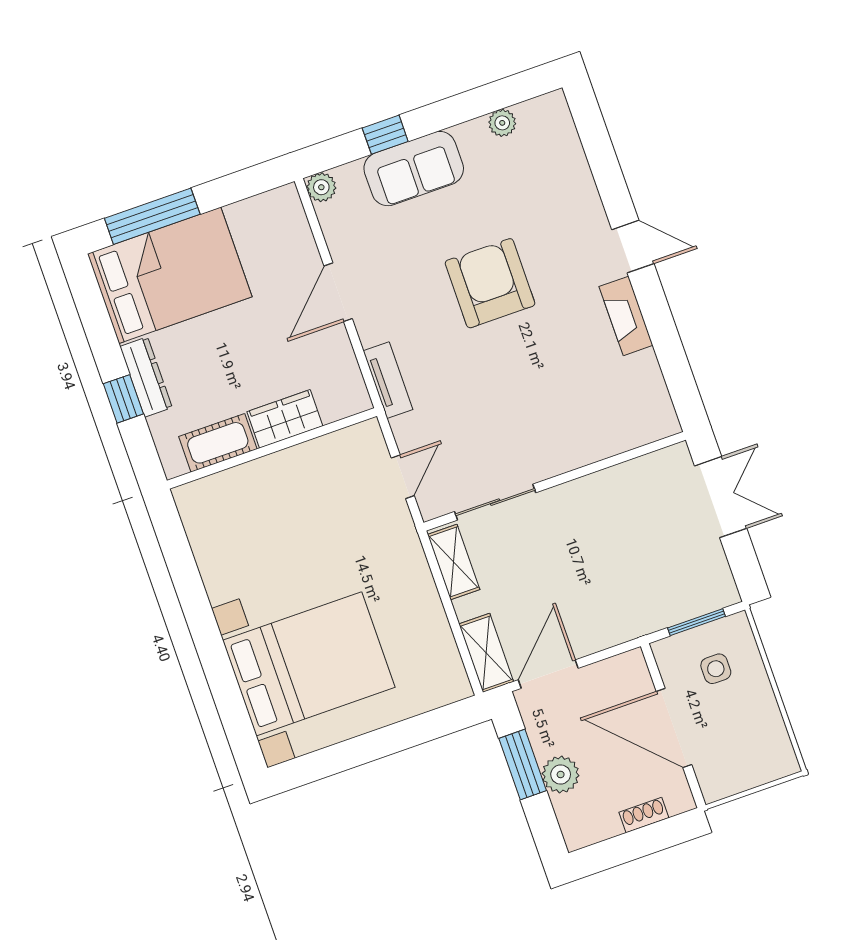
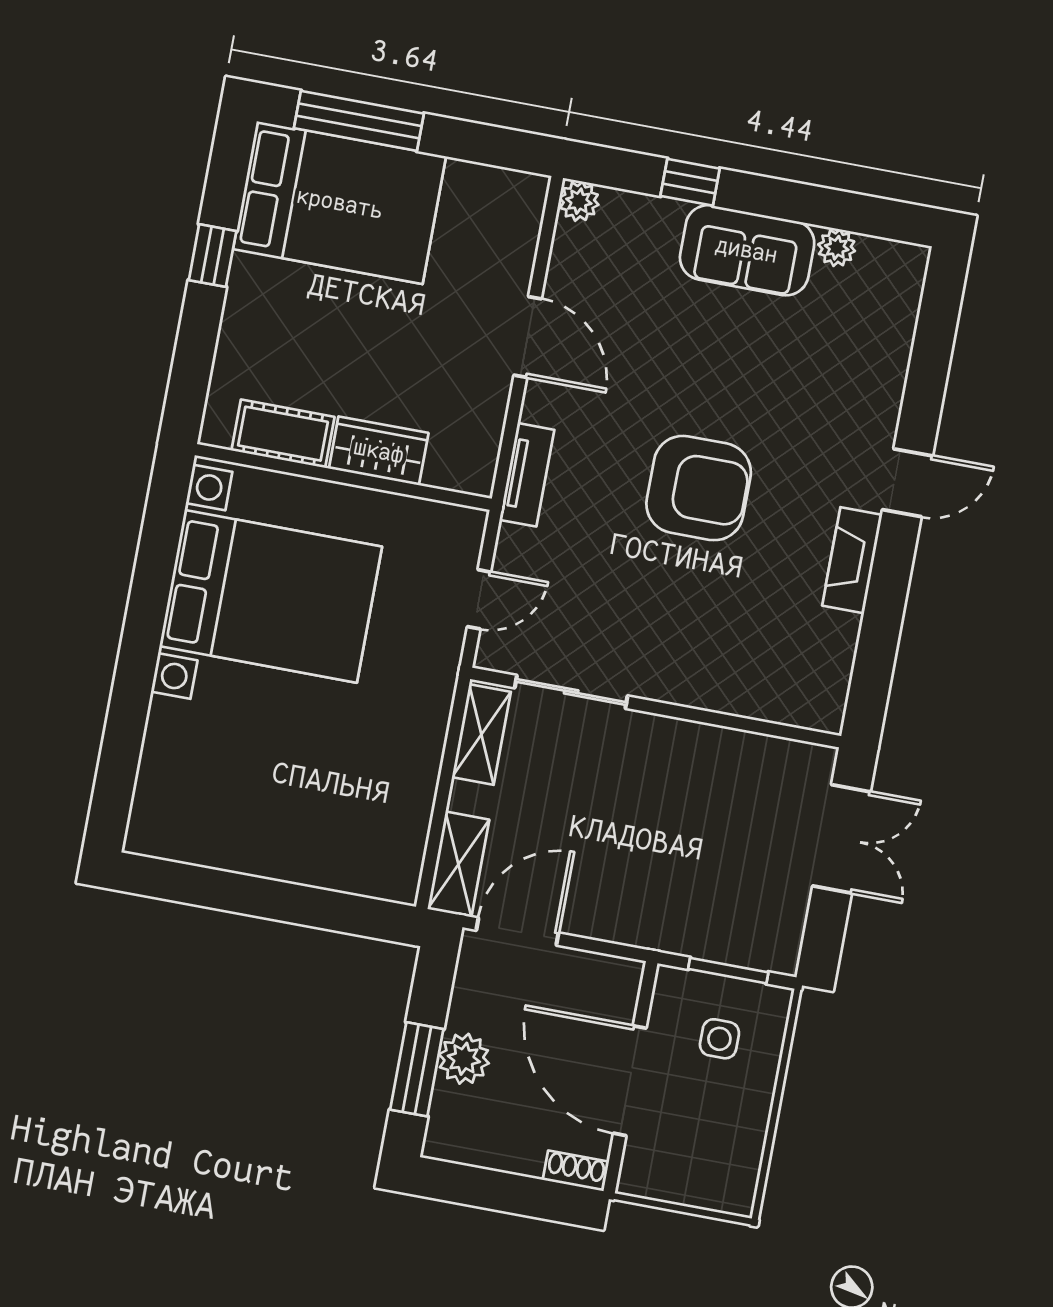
sofa: (414, 169) -> (747, 250), moved
door: (633, 247) -> (908, 483), hinge flipped
armchair: (490, 283) -> (699, 488), moved, turned 90
door: (338, 292) -> (528, 337), swing flipped
dresser: (146, 377) -> (243, 307), removed
window: (123, 399) -> (213, 256), moved
bed with nightstands: (309, 664) -> (271, 596), moved
window: (523, 764) -> (417, 1069), moved
shoe rack: (644, 815) -> (576, 1171), moved

